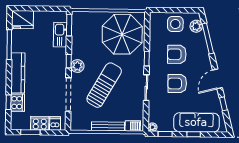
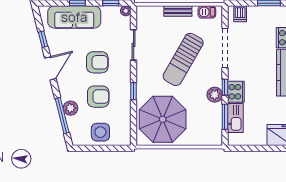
window: (69, 25) -> (225, 117), moved
plant: (196, 26) -> (70, 108), moved
plant: (77, 66) -> (215, 95), moved
sliding door: (146, 88) -> (134, 45), moved
cooker: (40, 123) -> (236, 92), moved, turned -90
bench: (108, 126) -> (178, 11), width x0.73
barbecue: (133, 126) -> (207, 12), moved

